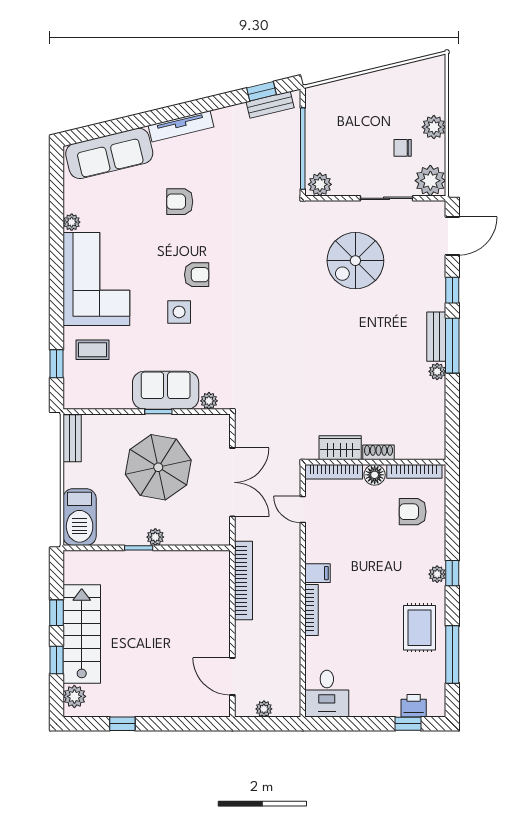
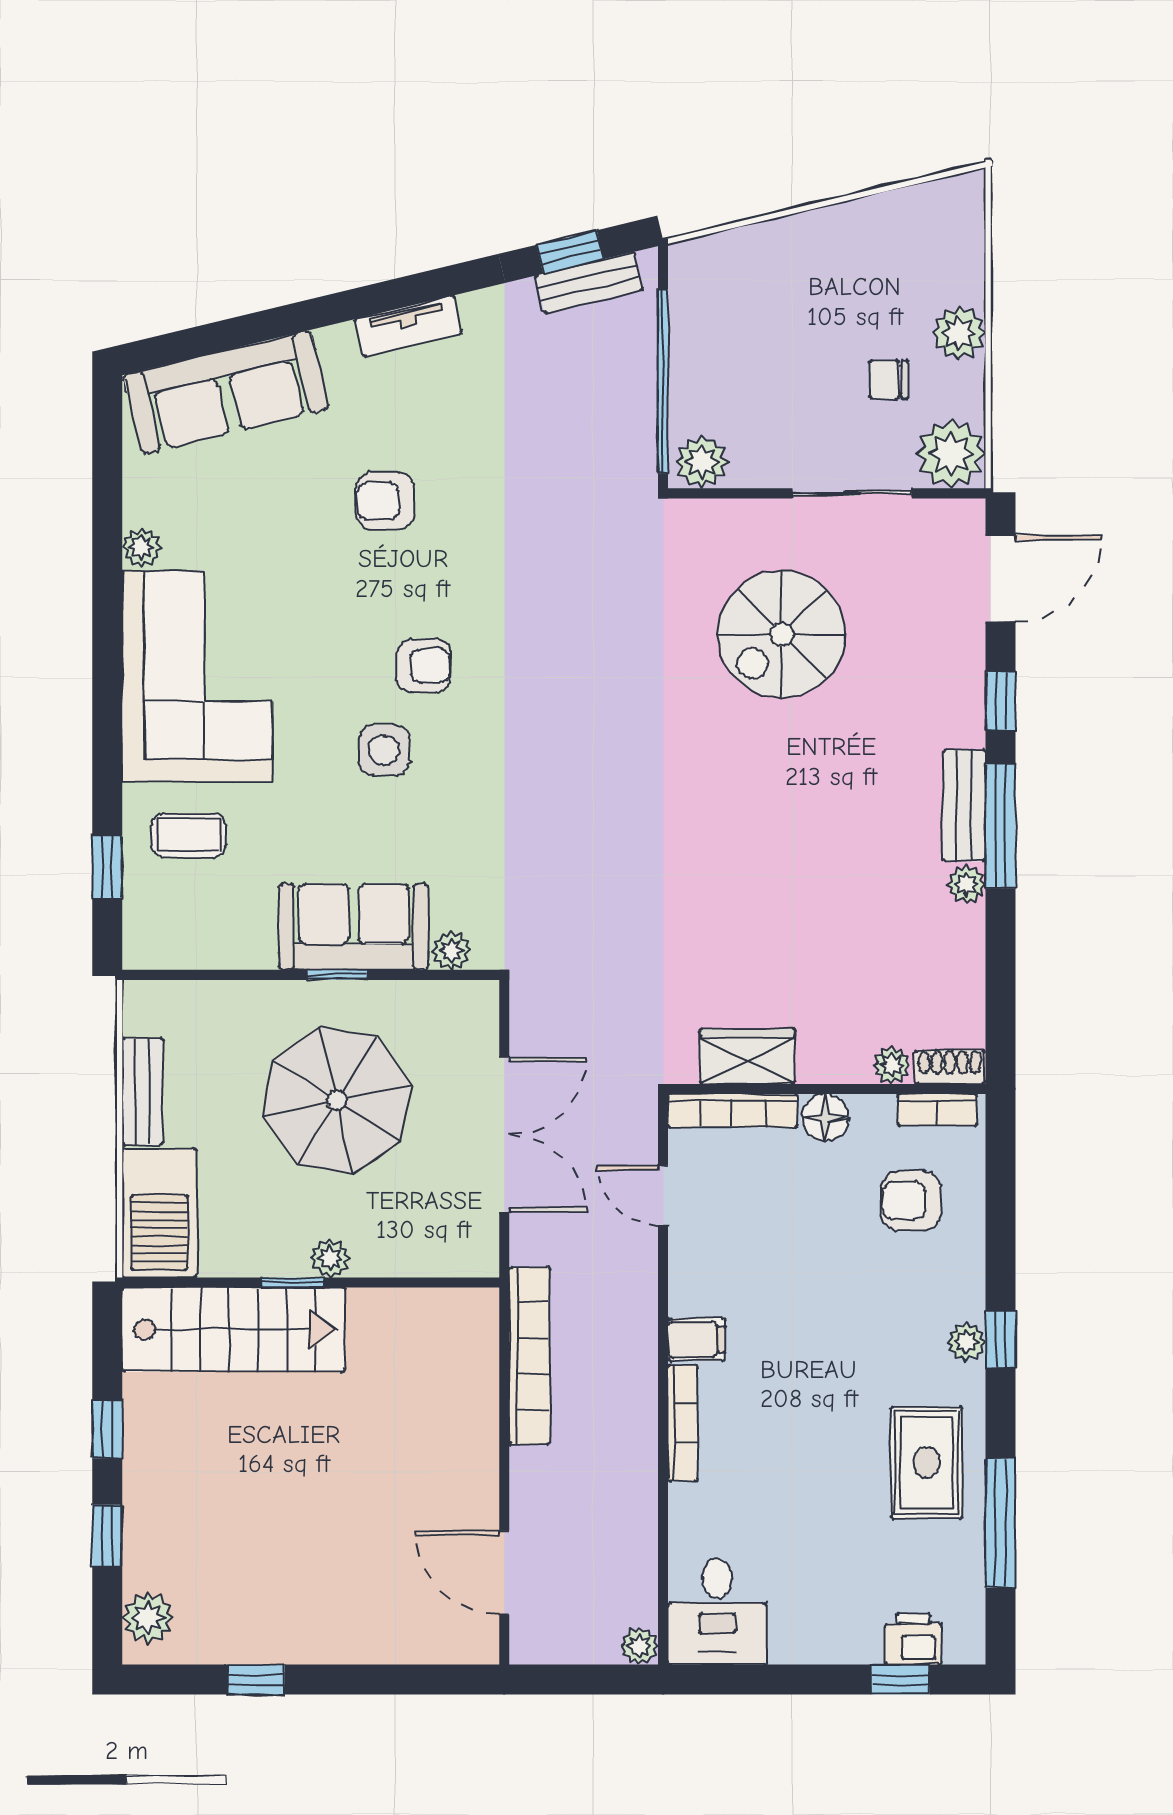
tv unit: (181, 126) -> (409, 326), width x0.71
bench: (72, 438) -> (142, 1091), moved
shoe rack: (379, 452) -> (950, 1067), moved
plant: (404, 452) -> (892, 1065), added
bookcase: (414, 471) -> (937, 1110), width x0.64
stairs: (82, 634) -> (234, 1330), moved, turned 90
plant: (264, 709) -> (639, 1646), moved

